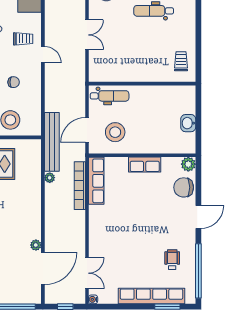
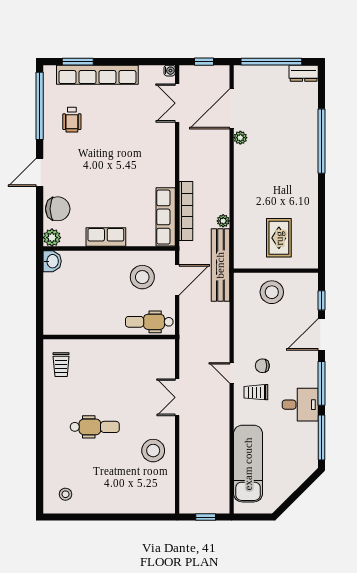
chair: (14, 82) -> (262, 366), moved
washbasin: (188, 123) -> (52, 261), moved

